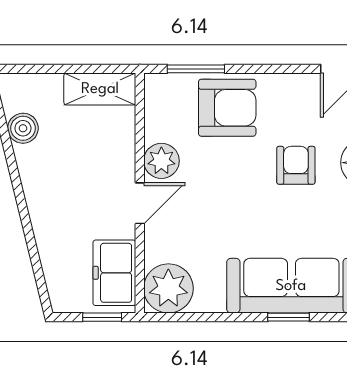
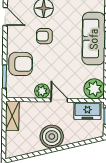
armchair: (227, 108) -> (21, 64), turned 90
boiler: (23, 128) -> (52, 137), moved, width x1.86, depth x1.86

